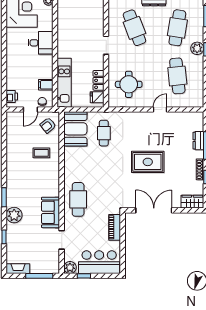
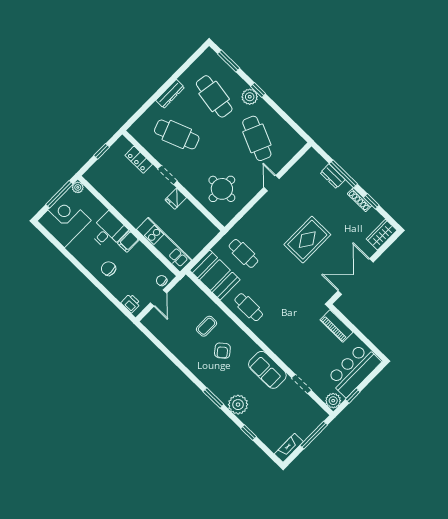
chair: (19, 64) -> (108, 269), added
cafe table: (177, 76) -> (257, 138), turned 30
locker: (99, 80) -> (139, 160), moved
filing cabinet: (46, 85) -> (128, 242), moved
fridge: (97, 97) -> (176, 199), moved
armchair: (48, 125) -> (222, 351), moved
cafe table: (78, 199) -> (249, 307), moved, width x0.73, depth x0.74

